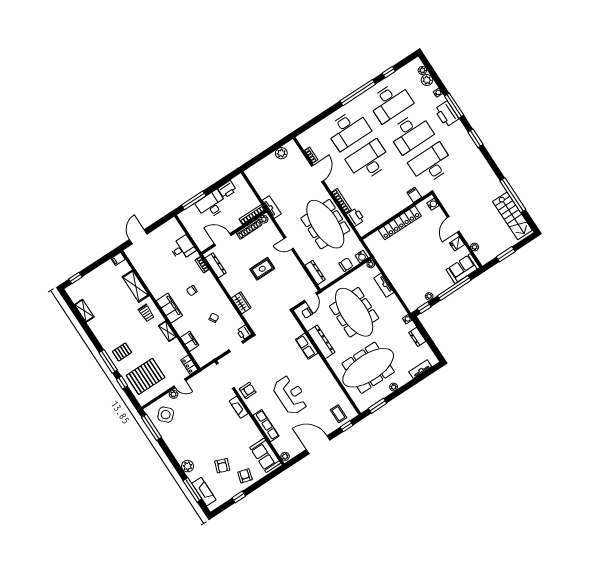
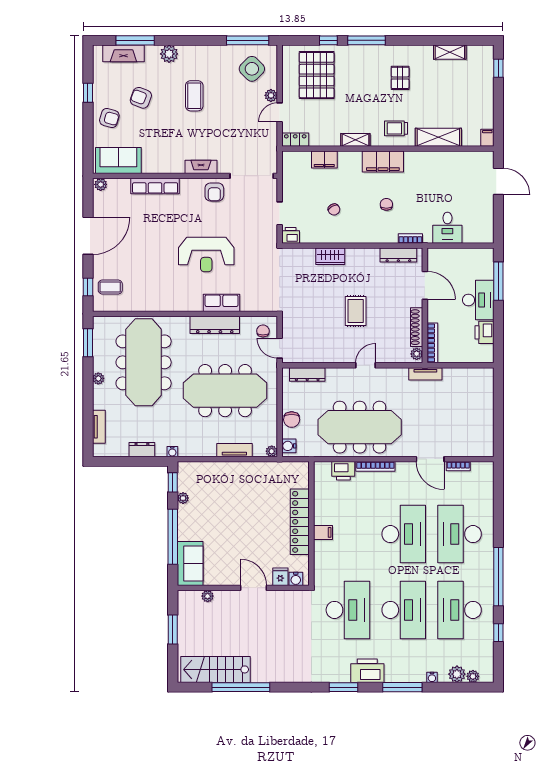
printer: (447, 114) -> (367, 671), moved
desk: (411, 133) -> (404, 610), turned 180
plant: (281, 153) -> (485, 430), removed
filing cabinet: (414, 195) -> (323, 532), moved
door: (223, 240) -> (425, 285), hinge flipped
fridge: (457, 244) -> (280, 577), moved
pallet: (122, 352) -> (400, 78), moved
reception desk: (291, 395) -> (206, 254), moved
coffee table: (202, 437) -> (194, 96), added

